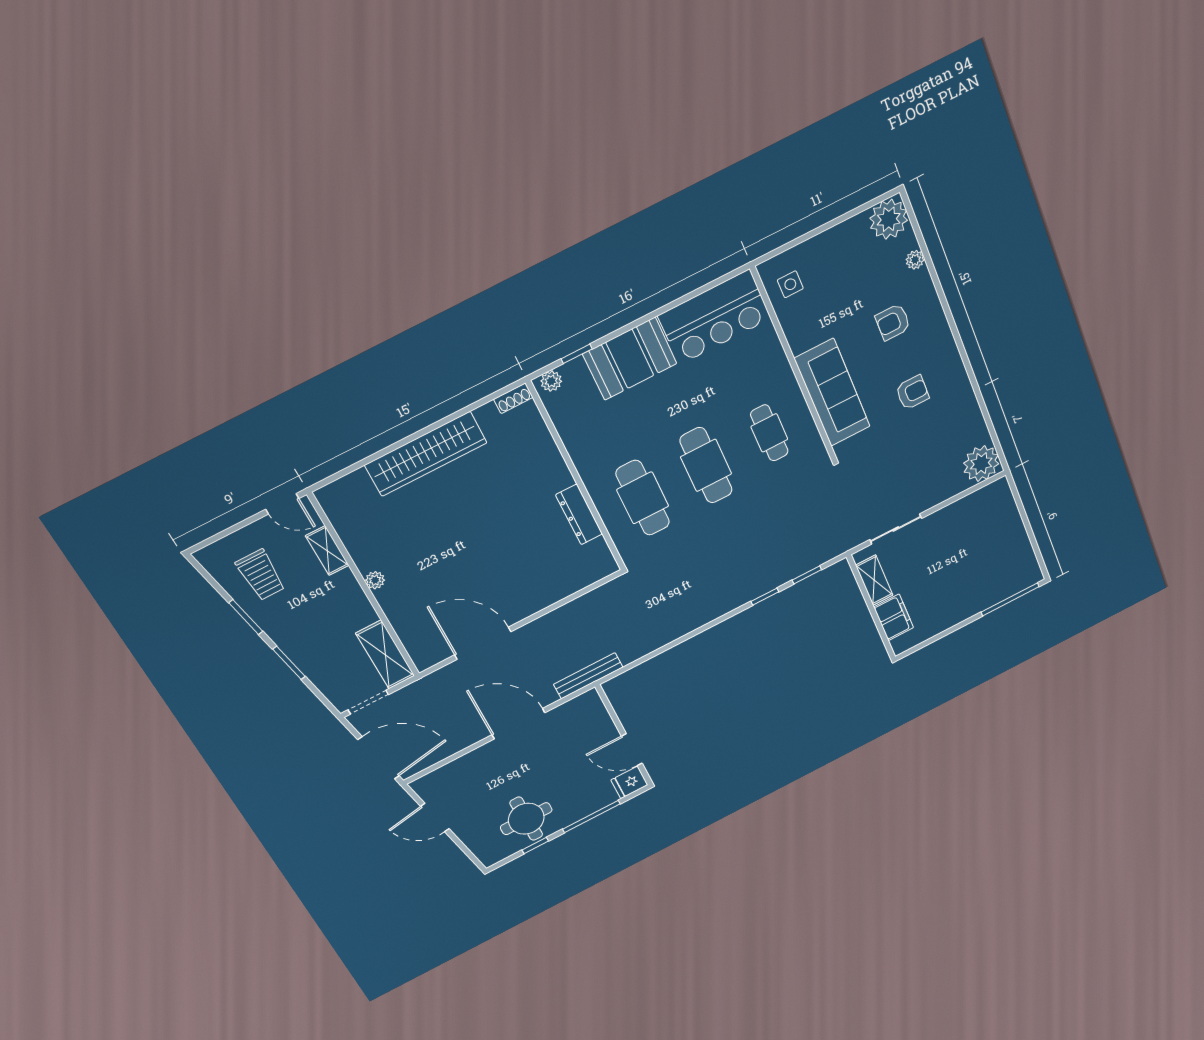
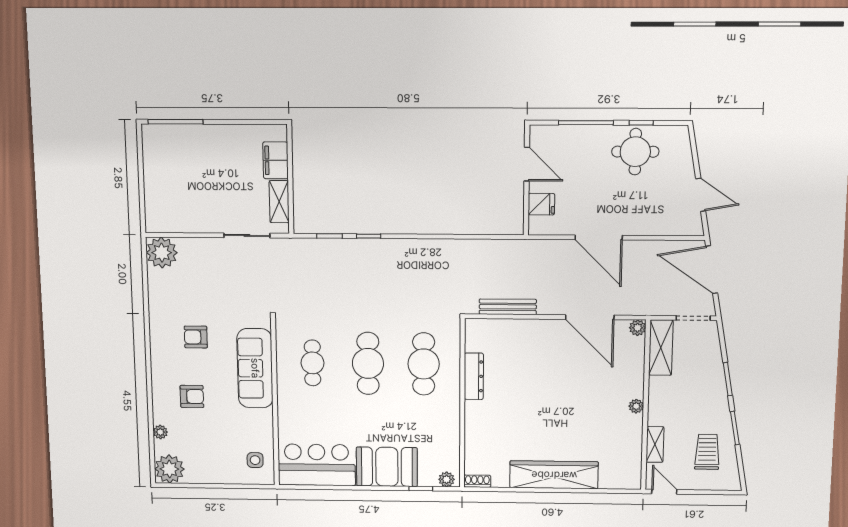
plant: (424, 661) -> (638, 328), added
bench: (588, 676) -> (508, 307), moved
fridge: (629, 782) -> (541, 204), moved

